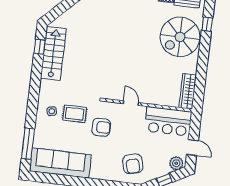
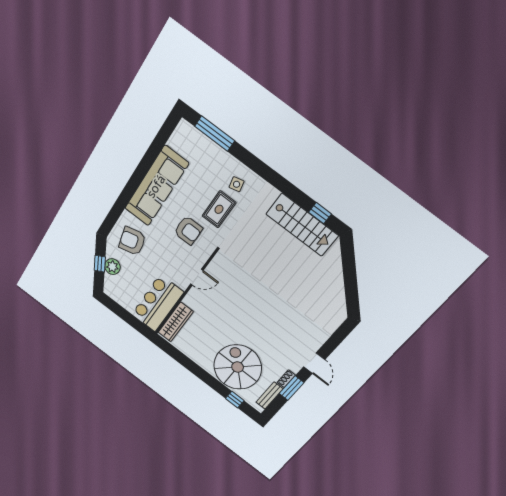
wardrobe: (188, 91) -> (176, 322), moved, turned 90
armchair: (101, 127) -> (188, 230), turned -90
door: (192, 147) -> (119, 311), removed
sofa: (60, 163) -> (156, 186), moved
plant: (176, 163) -> (112, 267), moved

